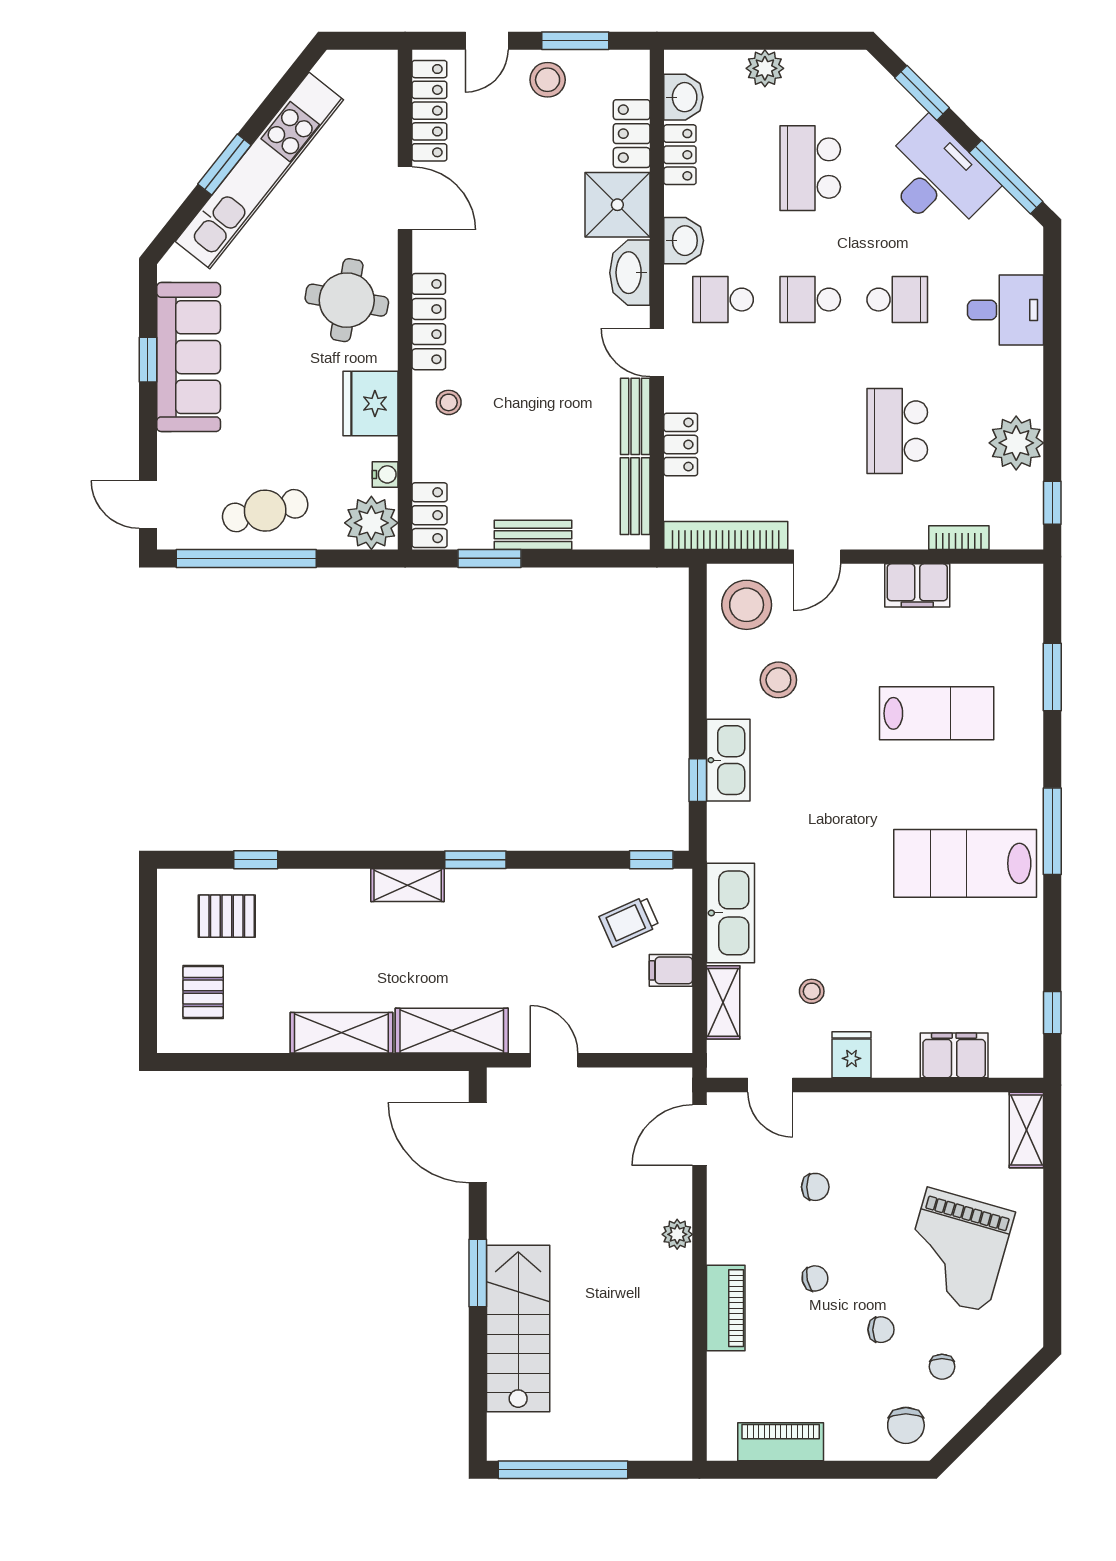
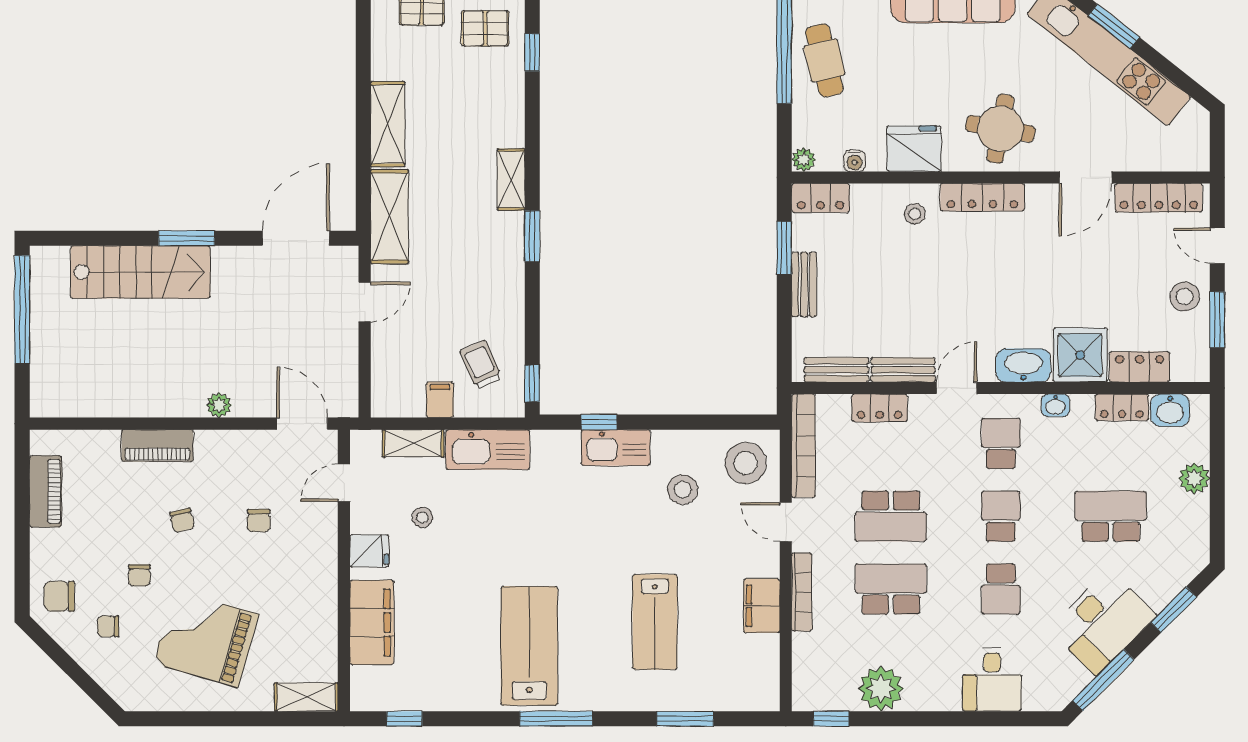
washbasin: (684, 241) -> (1055, 405), width x0.72, depth x0.69
school desk: (810, 431) -> (891, 516), added
plant: (371, 523) -> (804, 160), width x0.53, depth x0.53
bookcase: (959, 538) -> (802, 592), moved, width x1.56
pallet: (227, 916) -> (485, 28), turned 90
filing cabinet: (954, 1055) -> (372, 622), width x1.50, depth x1.17

